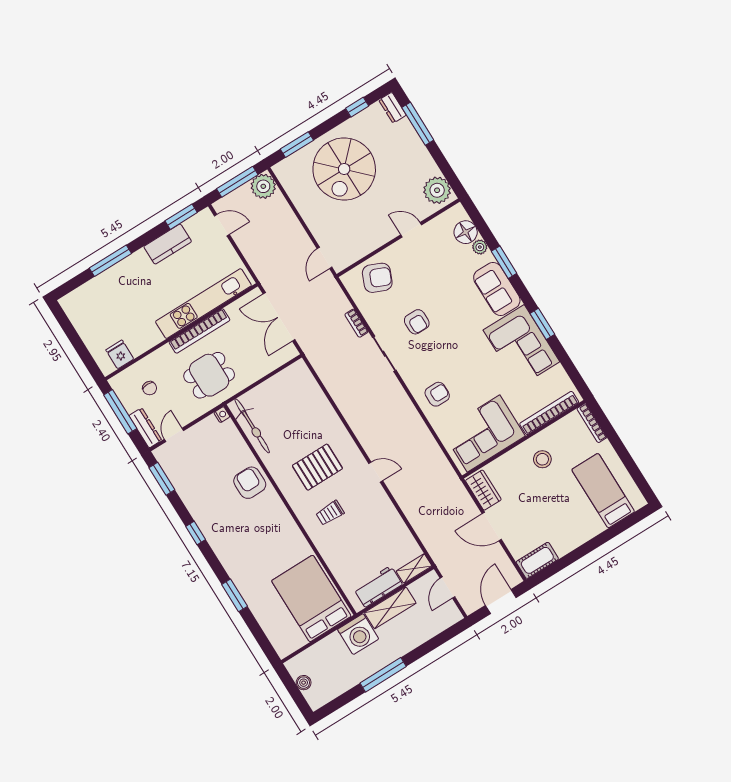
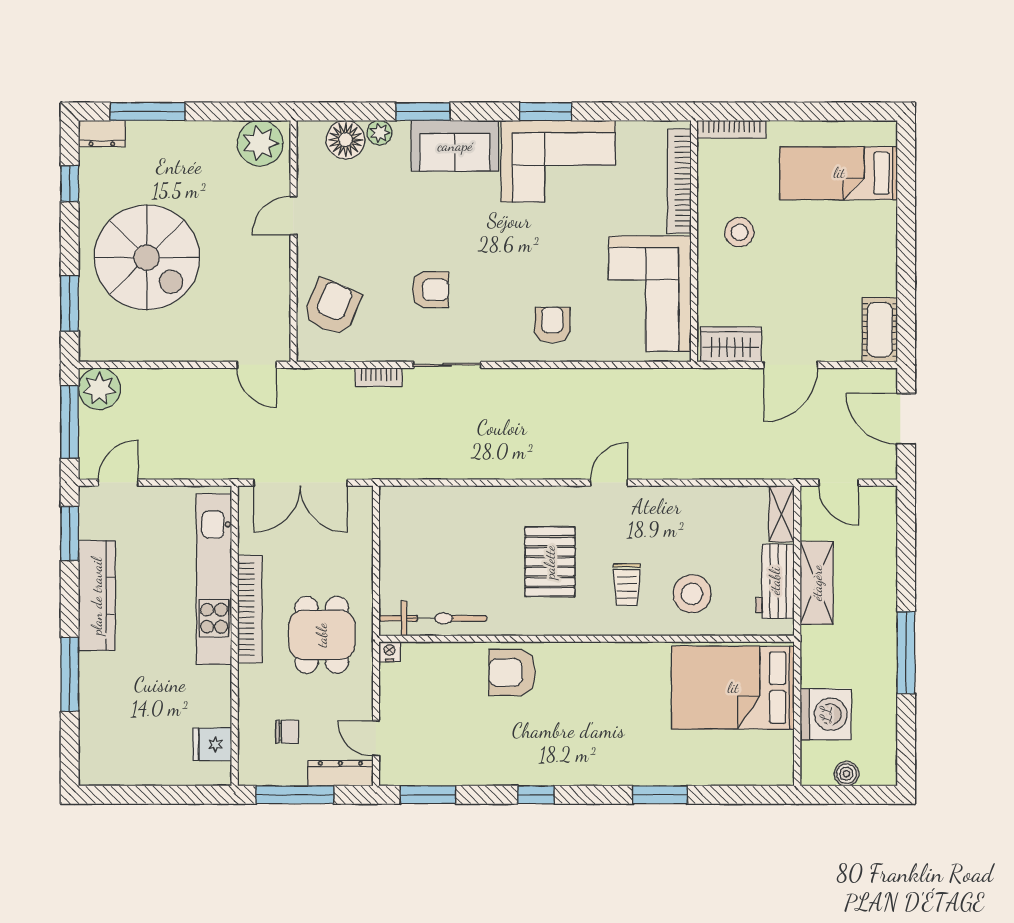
kitchen counter: (168, 244) -> (97, 596), width x1.50
stool: (346, 549) -> (692, 594), added
washing machine: (358, 634) -> (826, 714), moved

